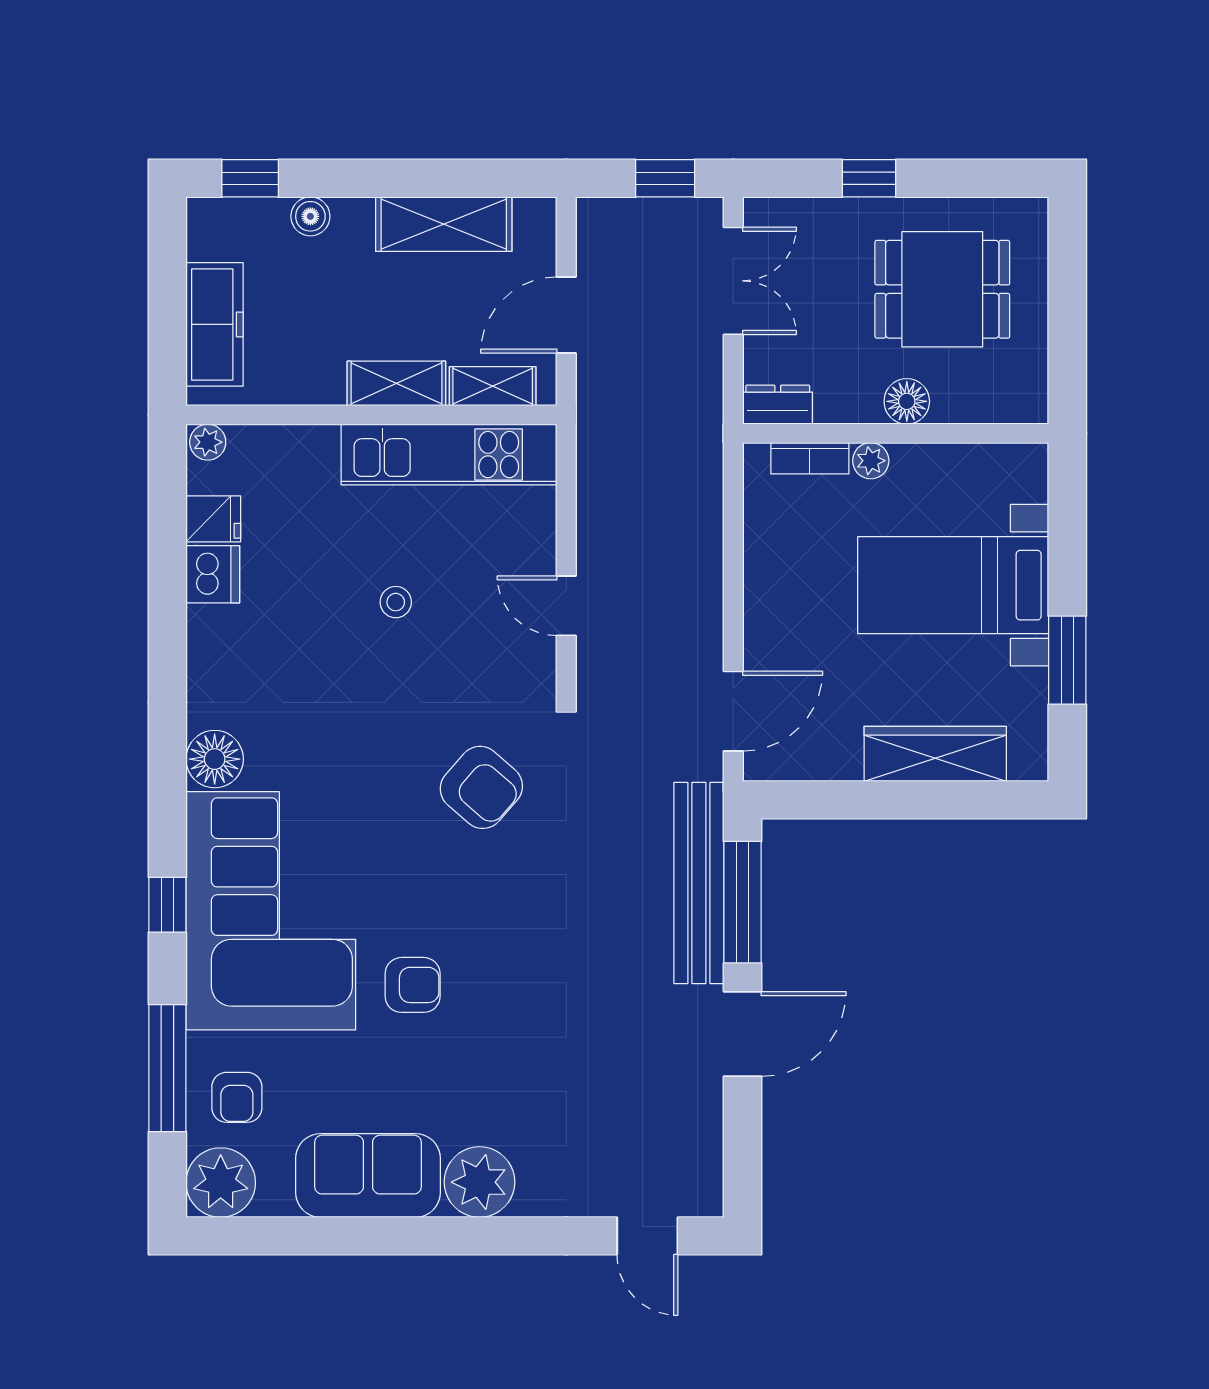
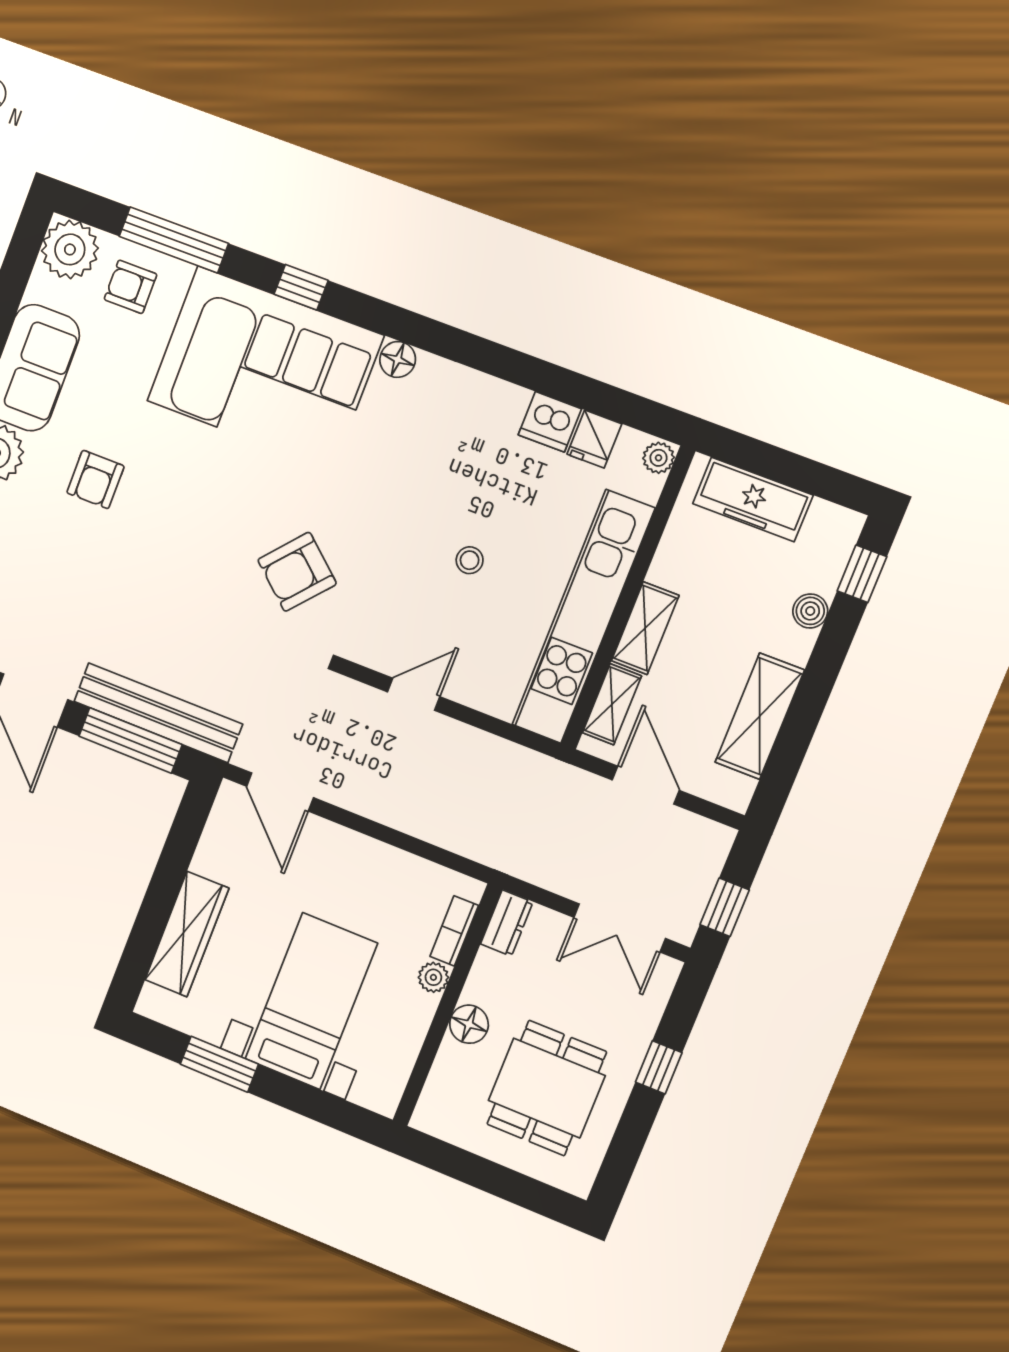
kitchen unit: (449, 455) -> (583, 617), width x1.36
floor lamp: (215, 759) -> (398, 359), width x0.73, depth x0.73
armchair: (413, 985) -> (95, 479), moved

